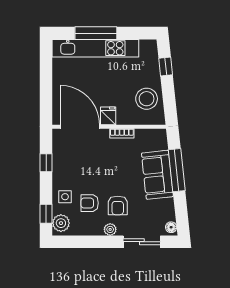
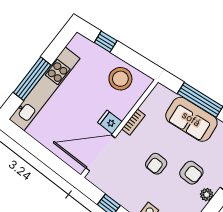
armchair: (90, 203) -> (156, 164), moved

